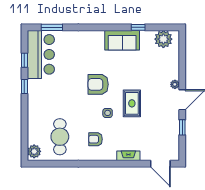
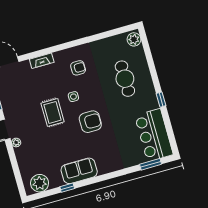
window: (24, 60) -> (168, 125), removed
cafe table: (60, 137) -> (125, 79), moved

